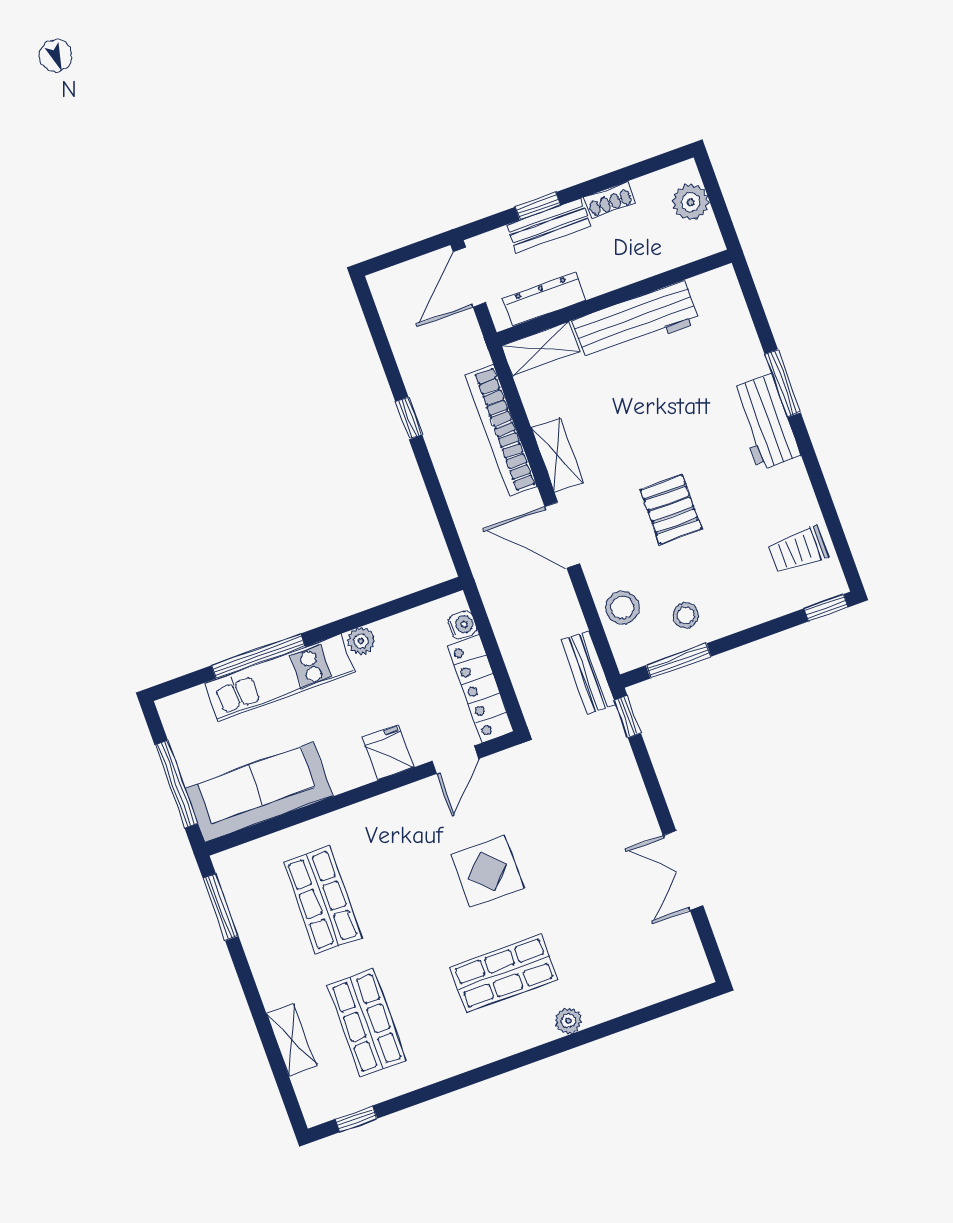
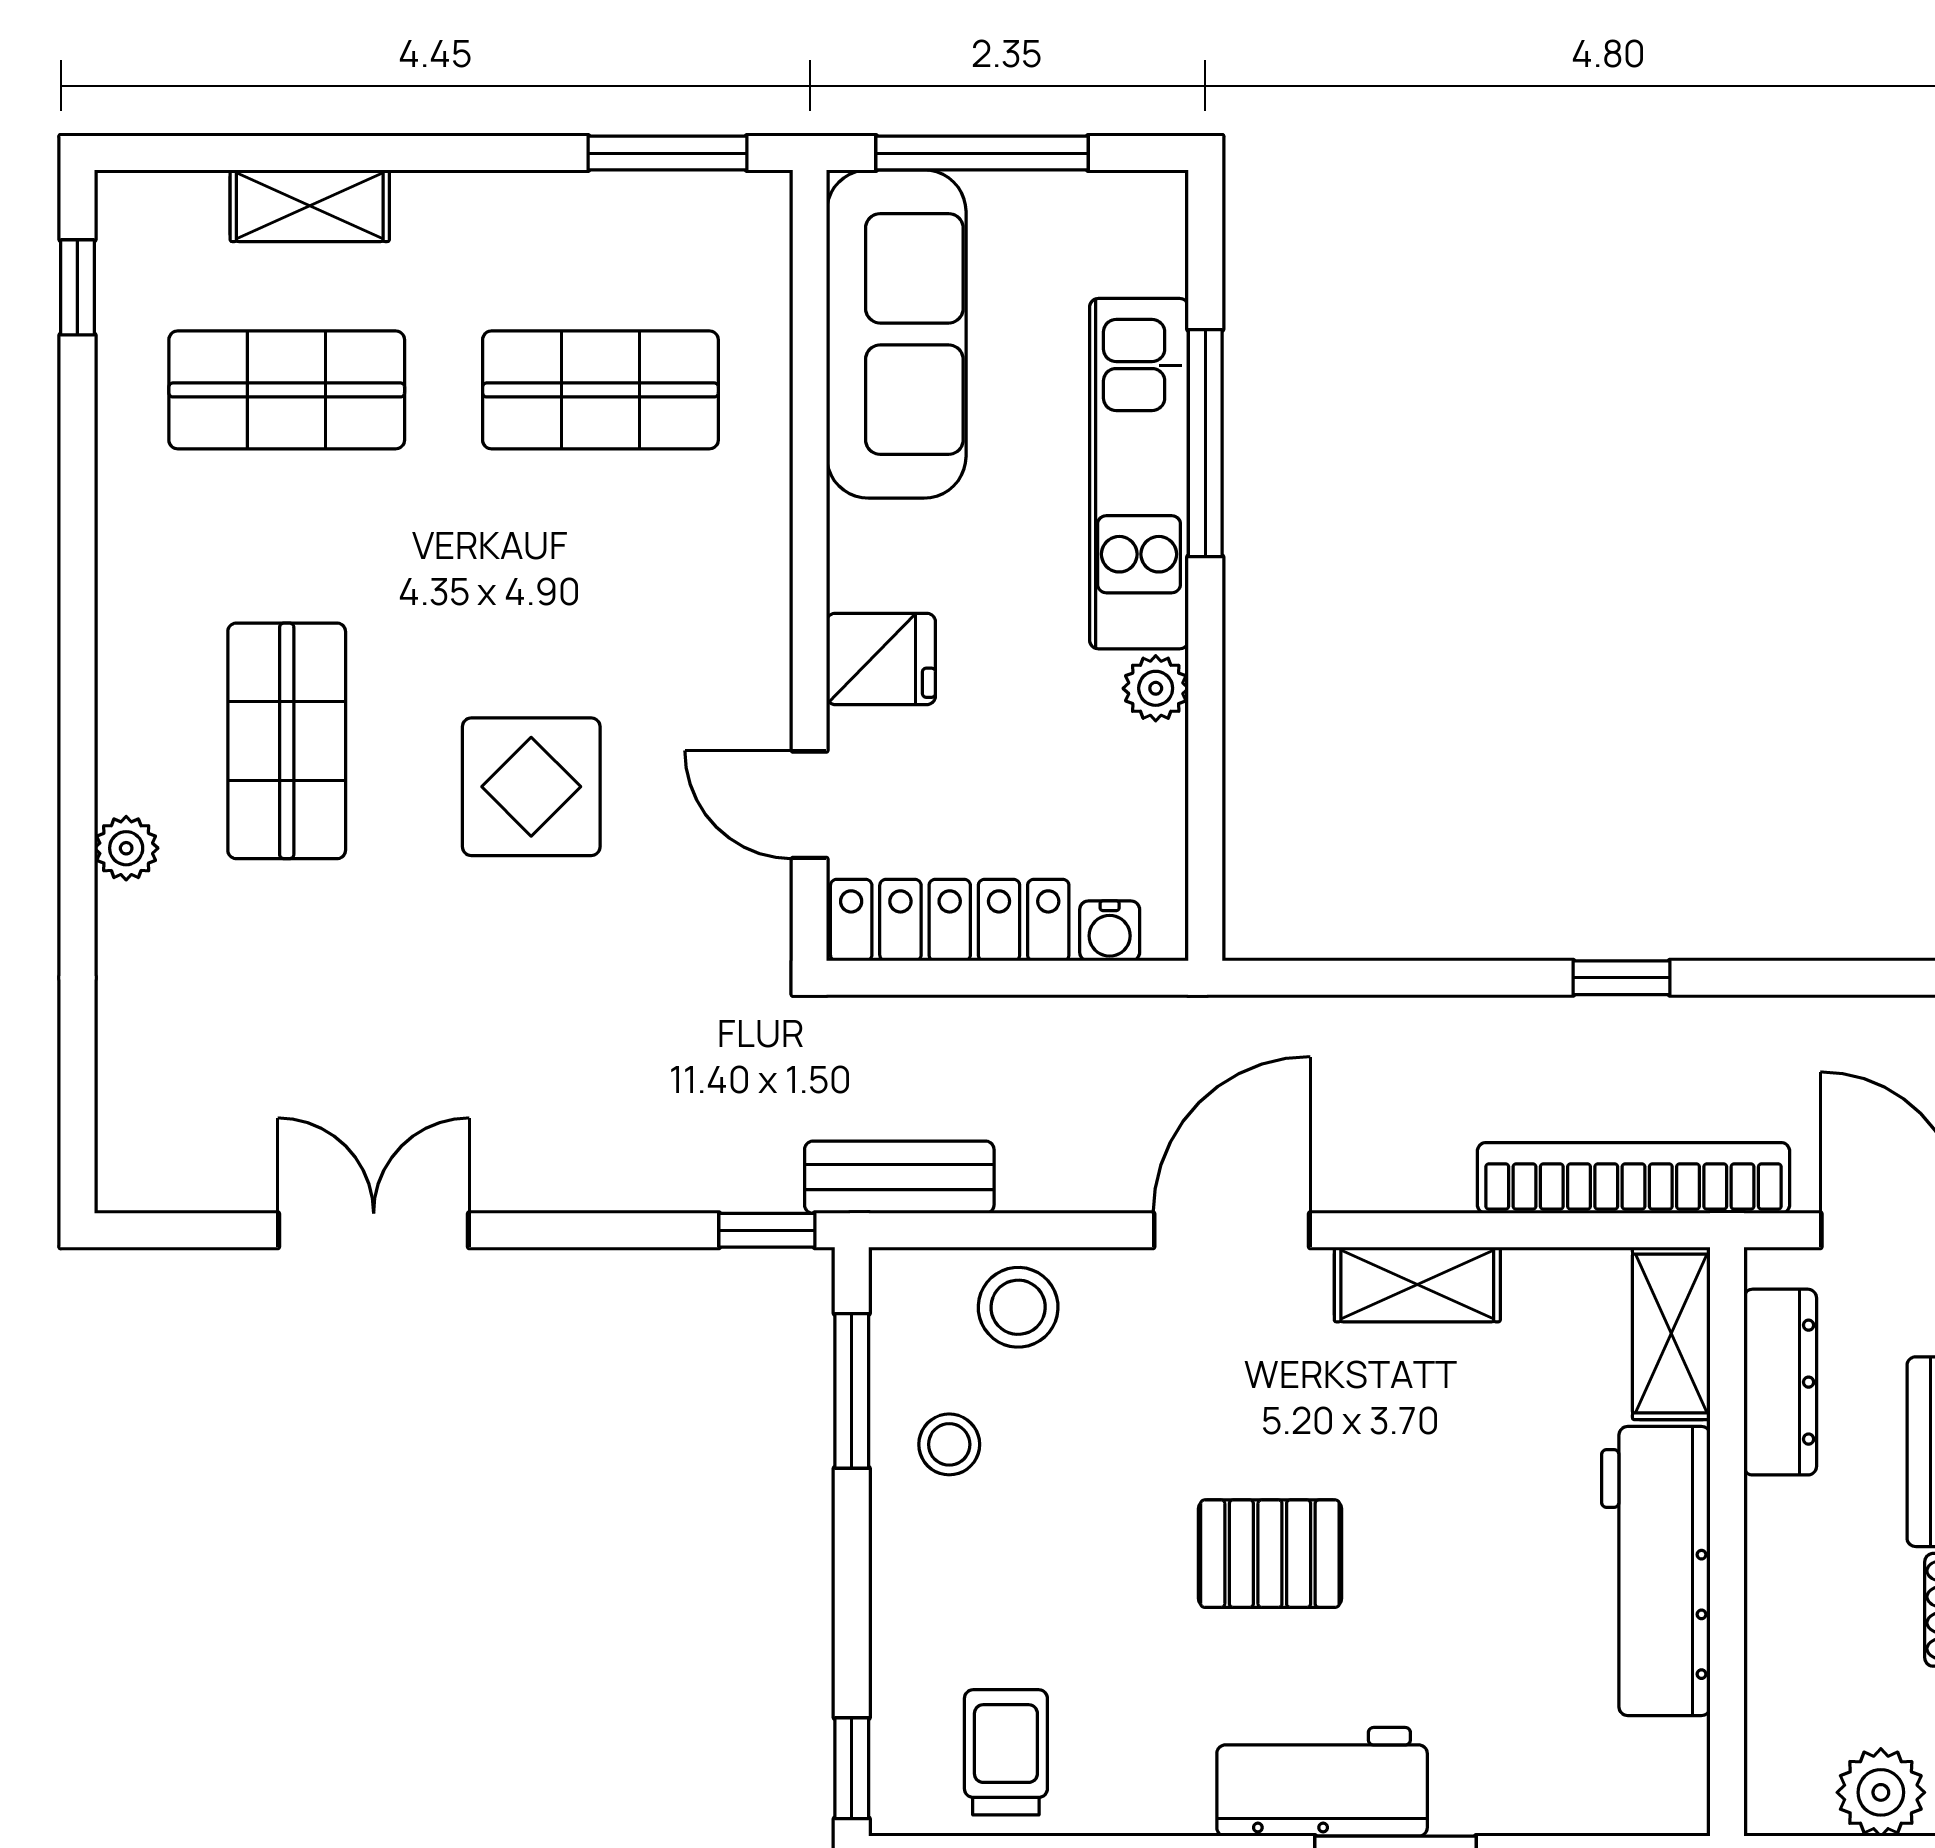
bookcase: (502, 430) -> (1634, 1178), moved
pallet: (671, 509) -> (1270, 1554), moved

